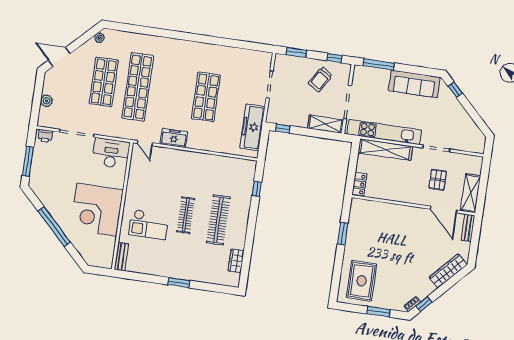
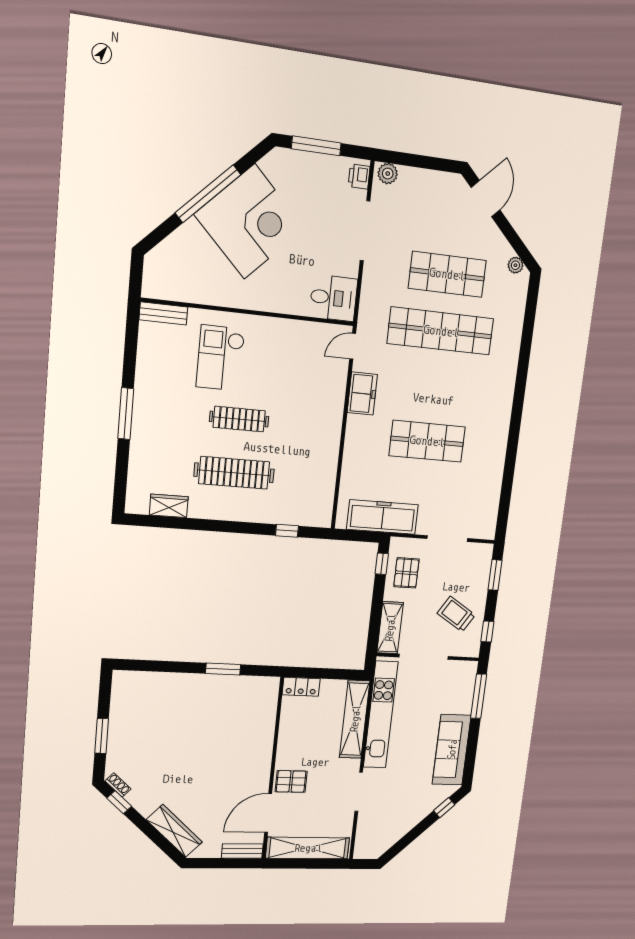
plant: (46, 101) -> (388, 174), moved
pallet: (290, 112) -> (406, 573), added
desk: (111, 153) -> (333, 298), width x0.73
pallet: (438, 180) -> (291, 781), moved
shelving: (471, 193) -> (308, 848), width x1.47
corner desk: (97, 210) -> (250, 222), moved, turned 135
rug: (362, 281) -> (150, 705), removed
window: (179, 283) -> (126, 414), width x1.44

